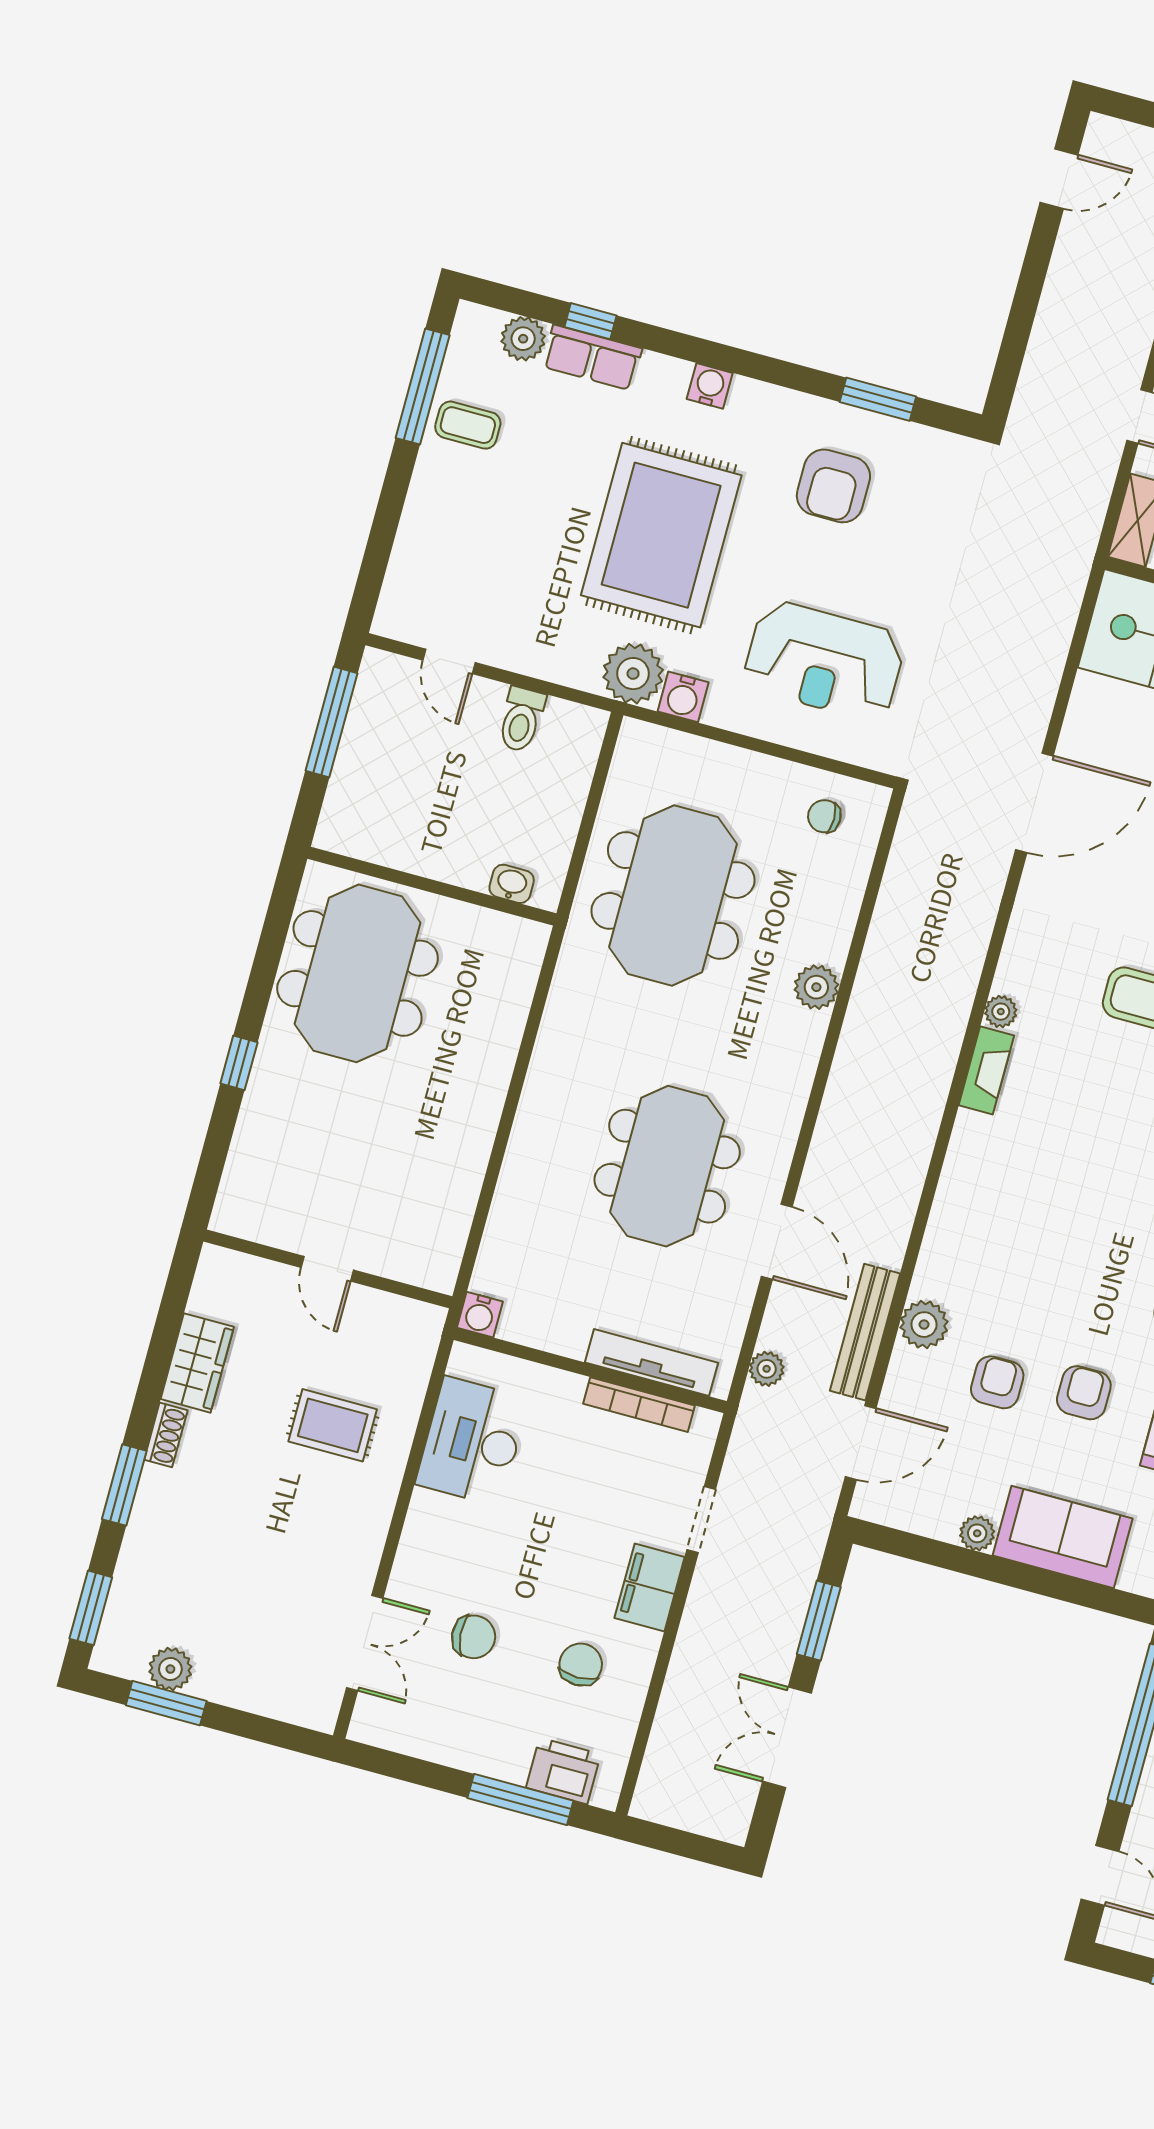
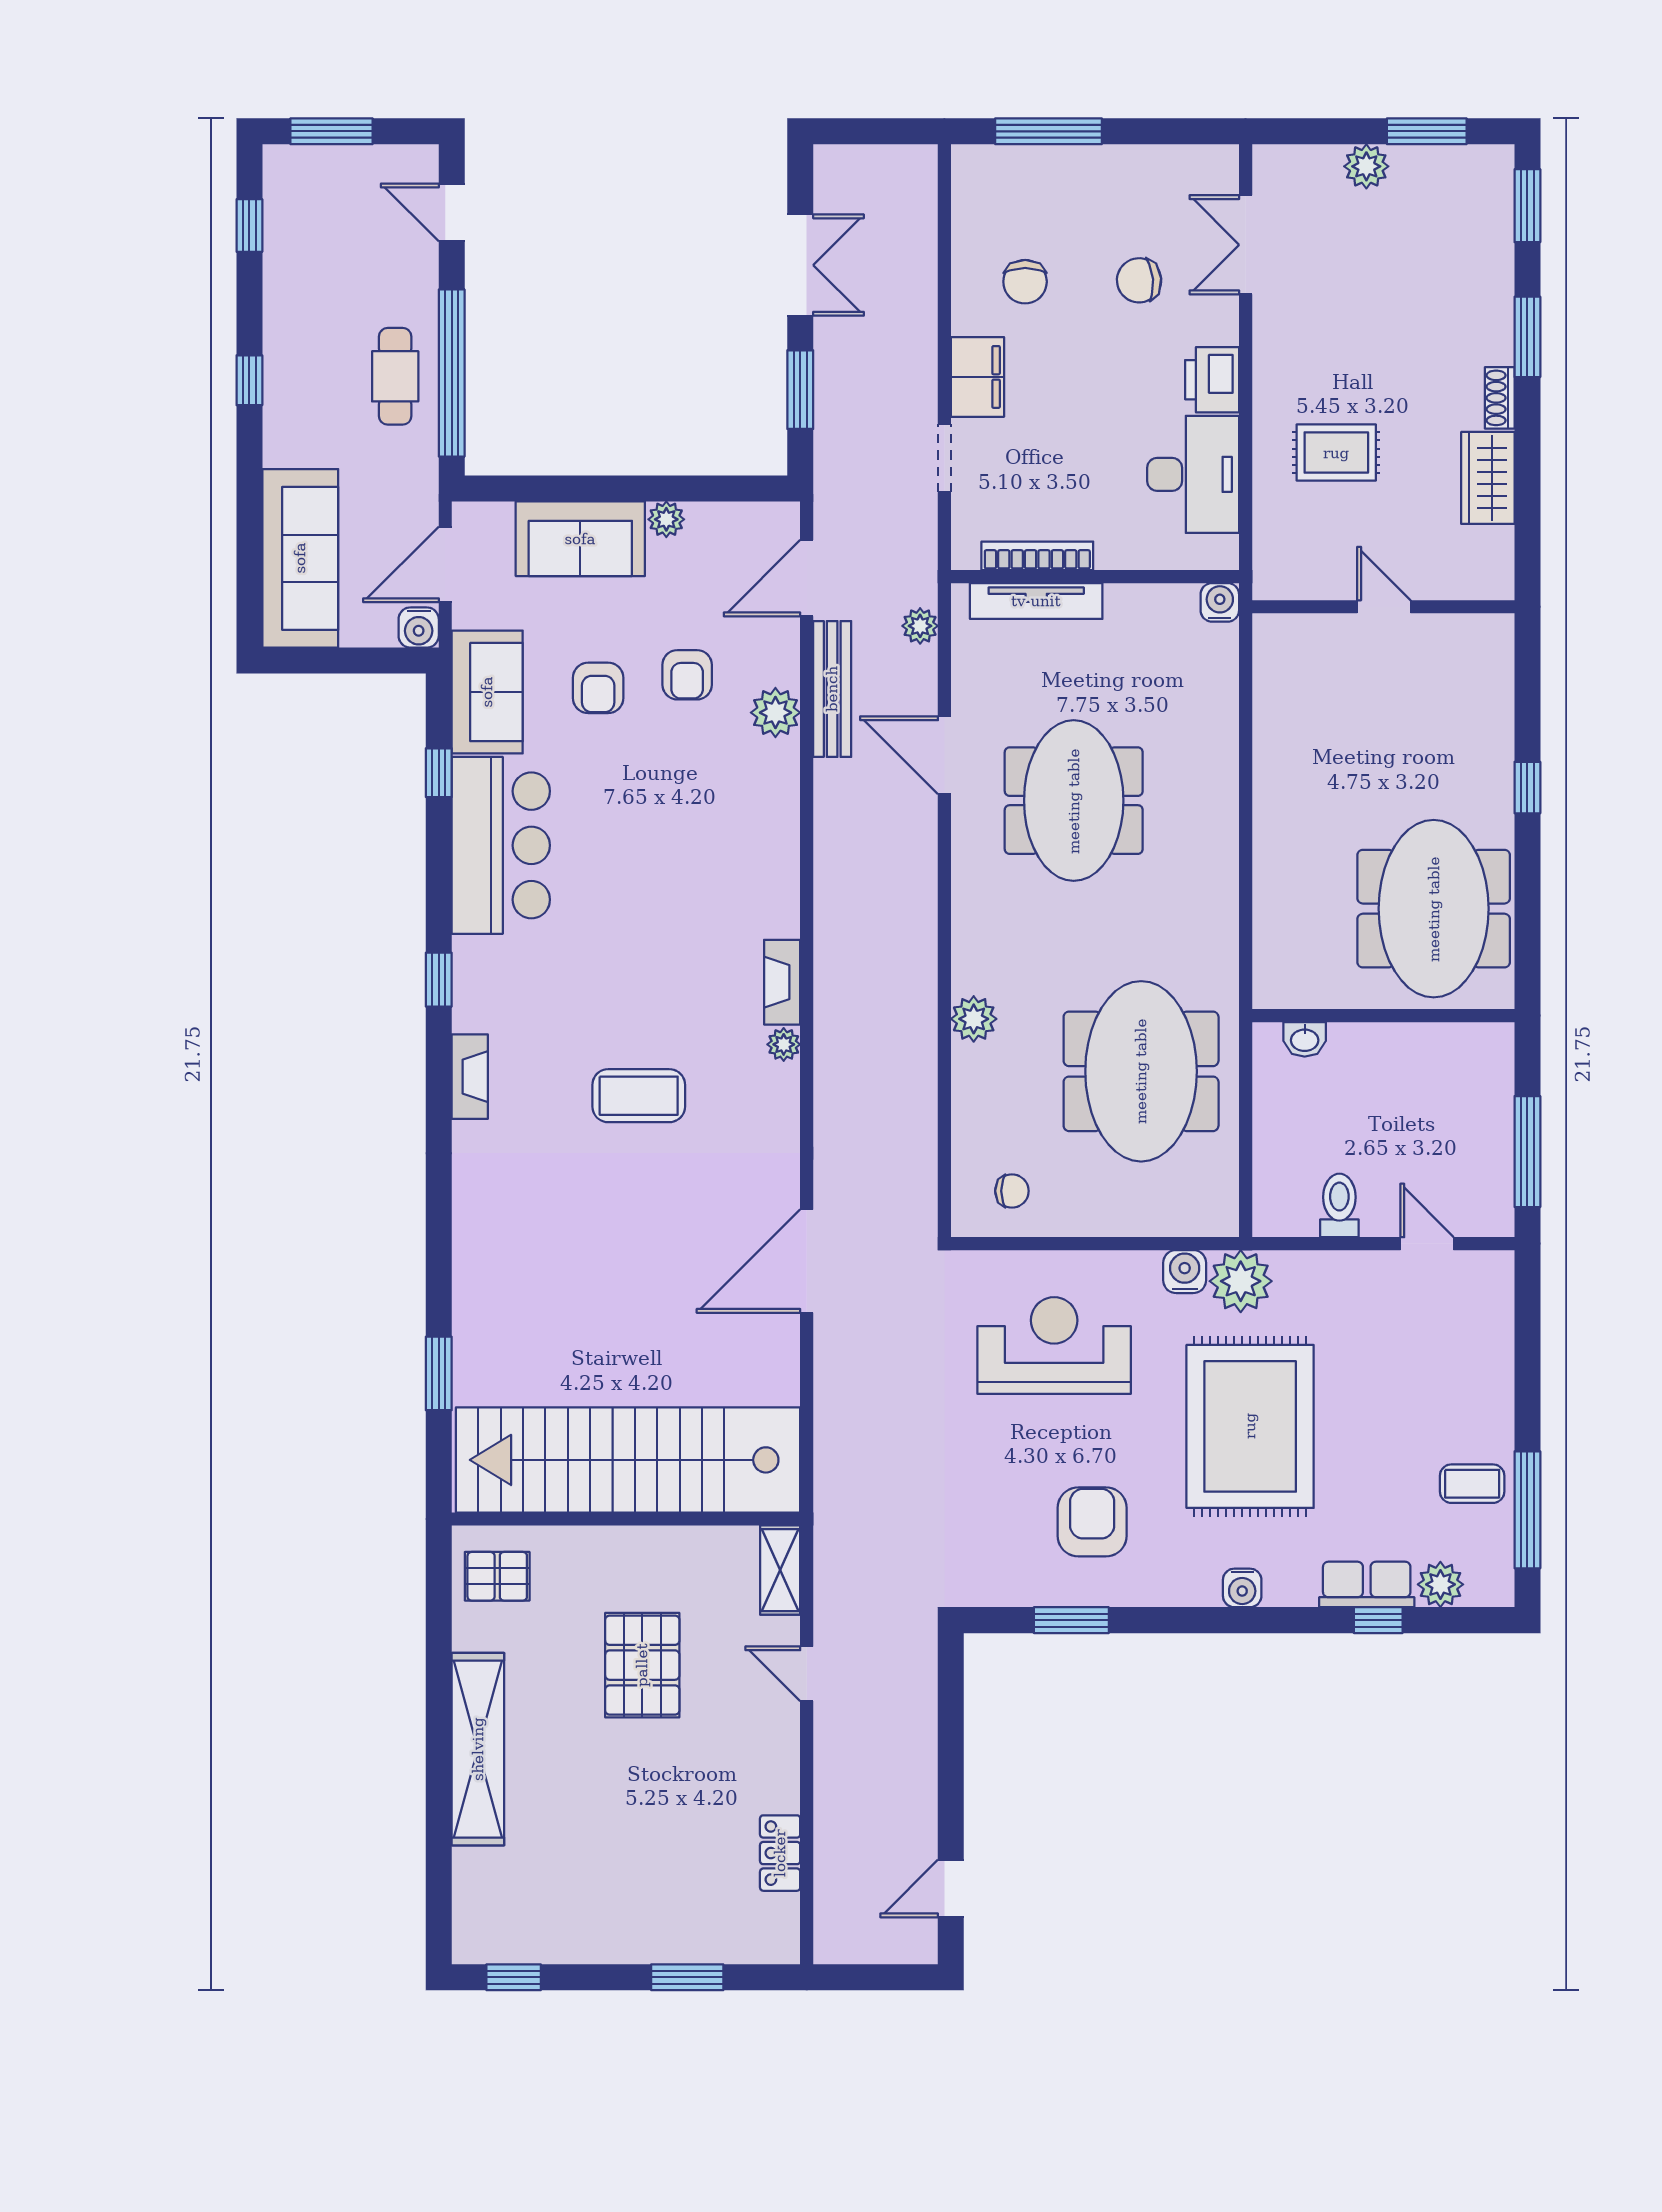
plant: (170, 1669) -> (1366, 166), moved
printer: (563, 1771) -> (1212, 380), moved, turned 90

